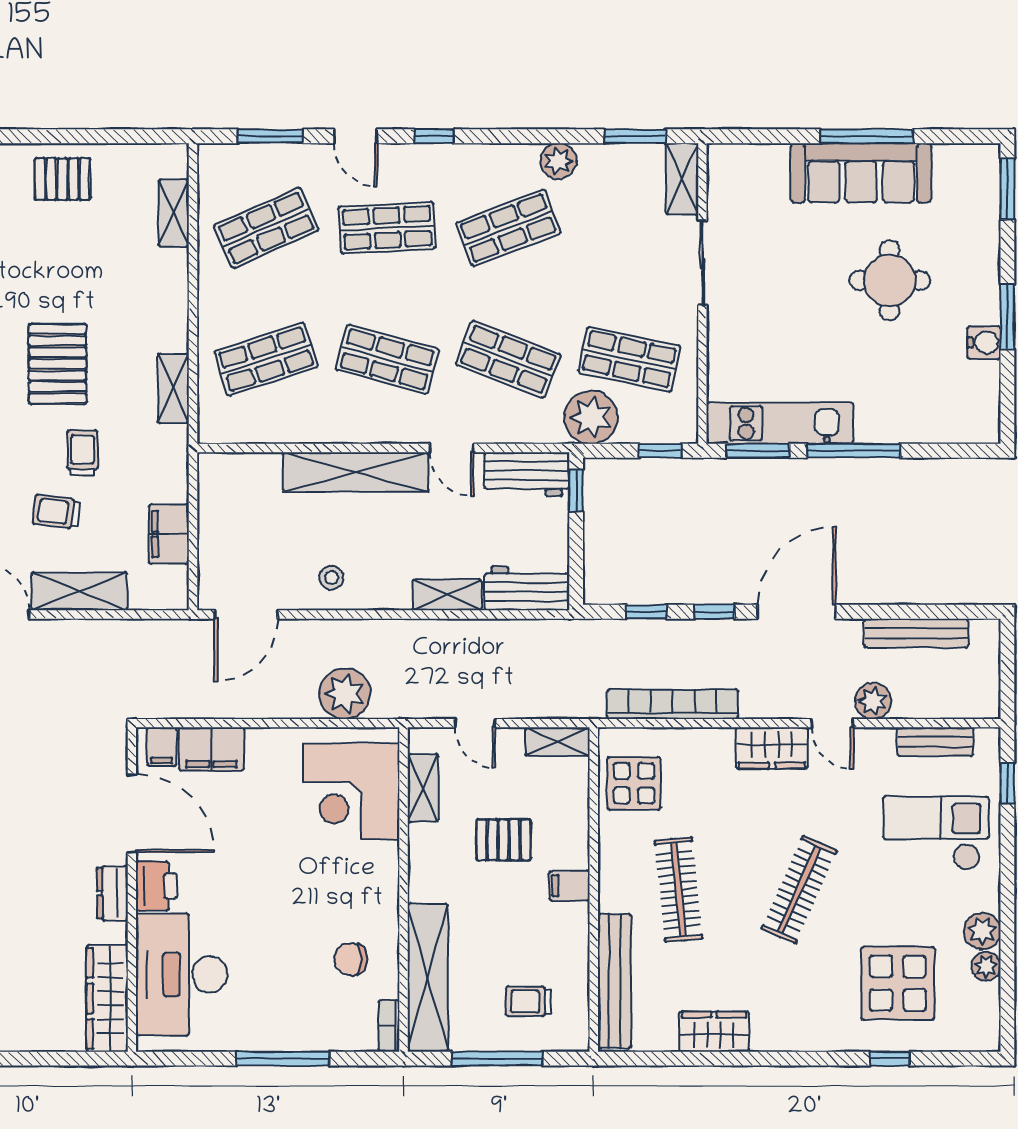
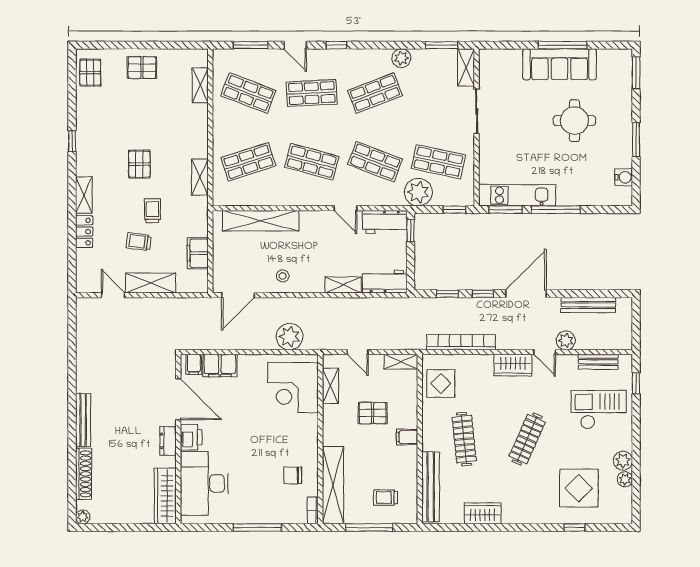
shop shelf: (266, 228) -> (248, 93), turned 45
water cooler: (984, 342) -> (624, 177), moved
pallet: (58, 364) -> (139, 164), width x0.67, depth x0.71
shelving: (356, 472) -> (261, 221), moved

